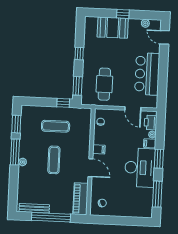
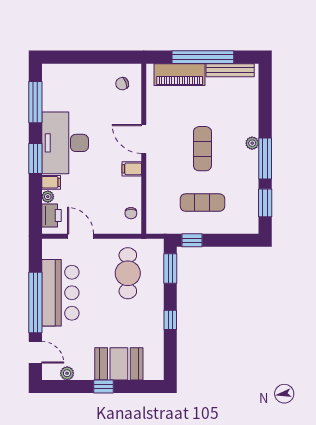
window: (163, 69) -> (35, 302), added
piano: (80, 199) -> (180, 75), moved, turned 90

